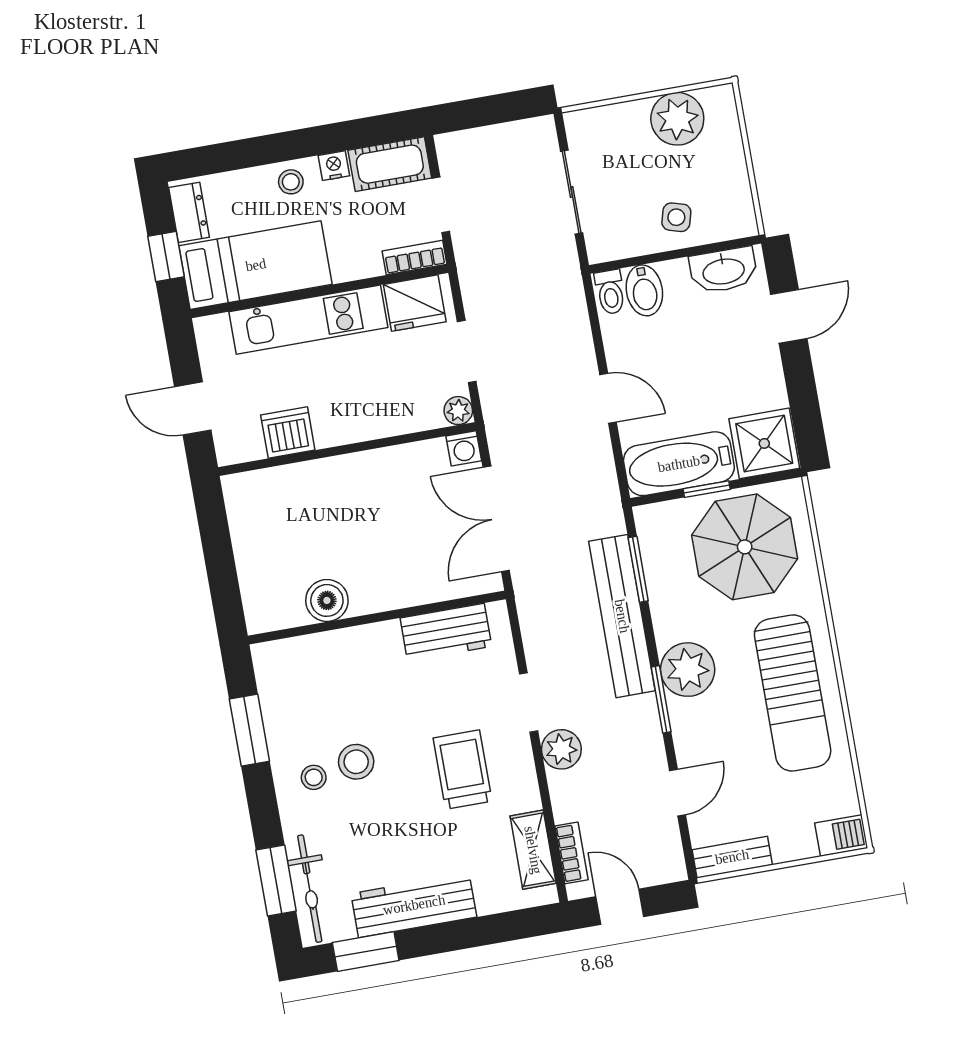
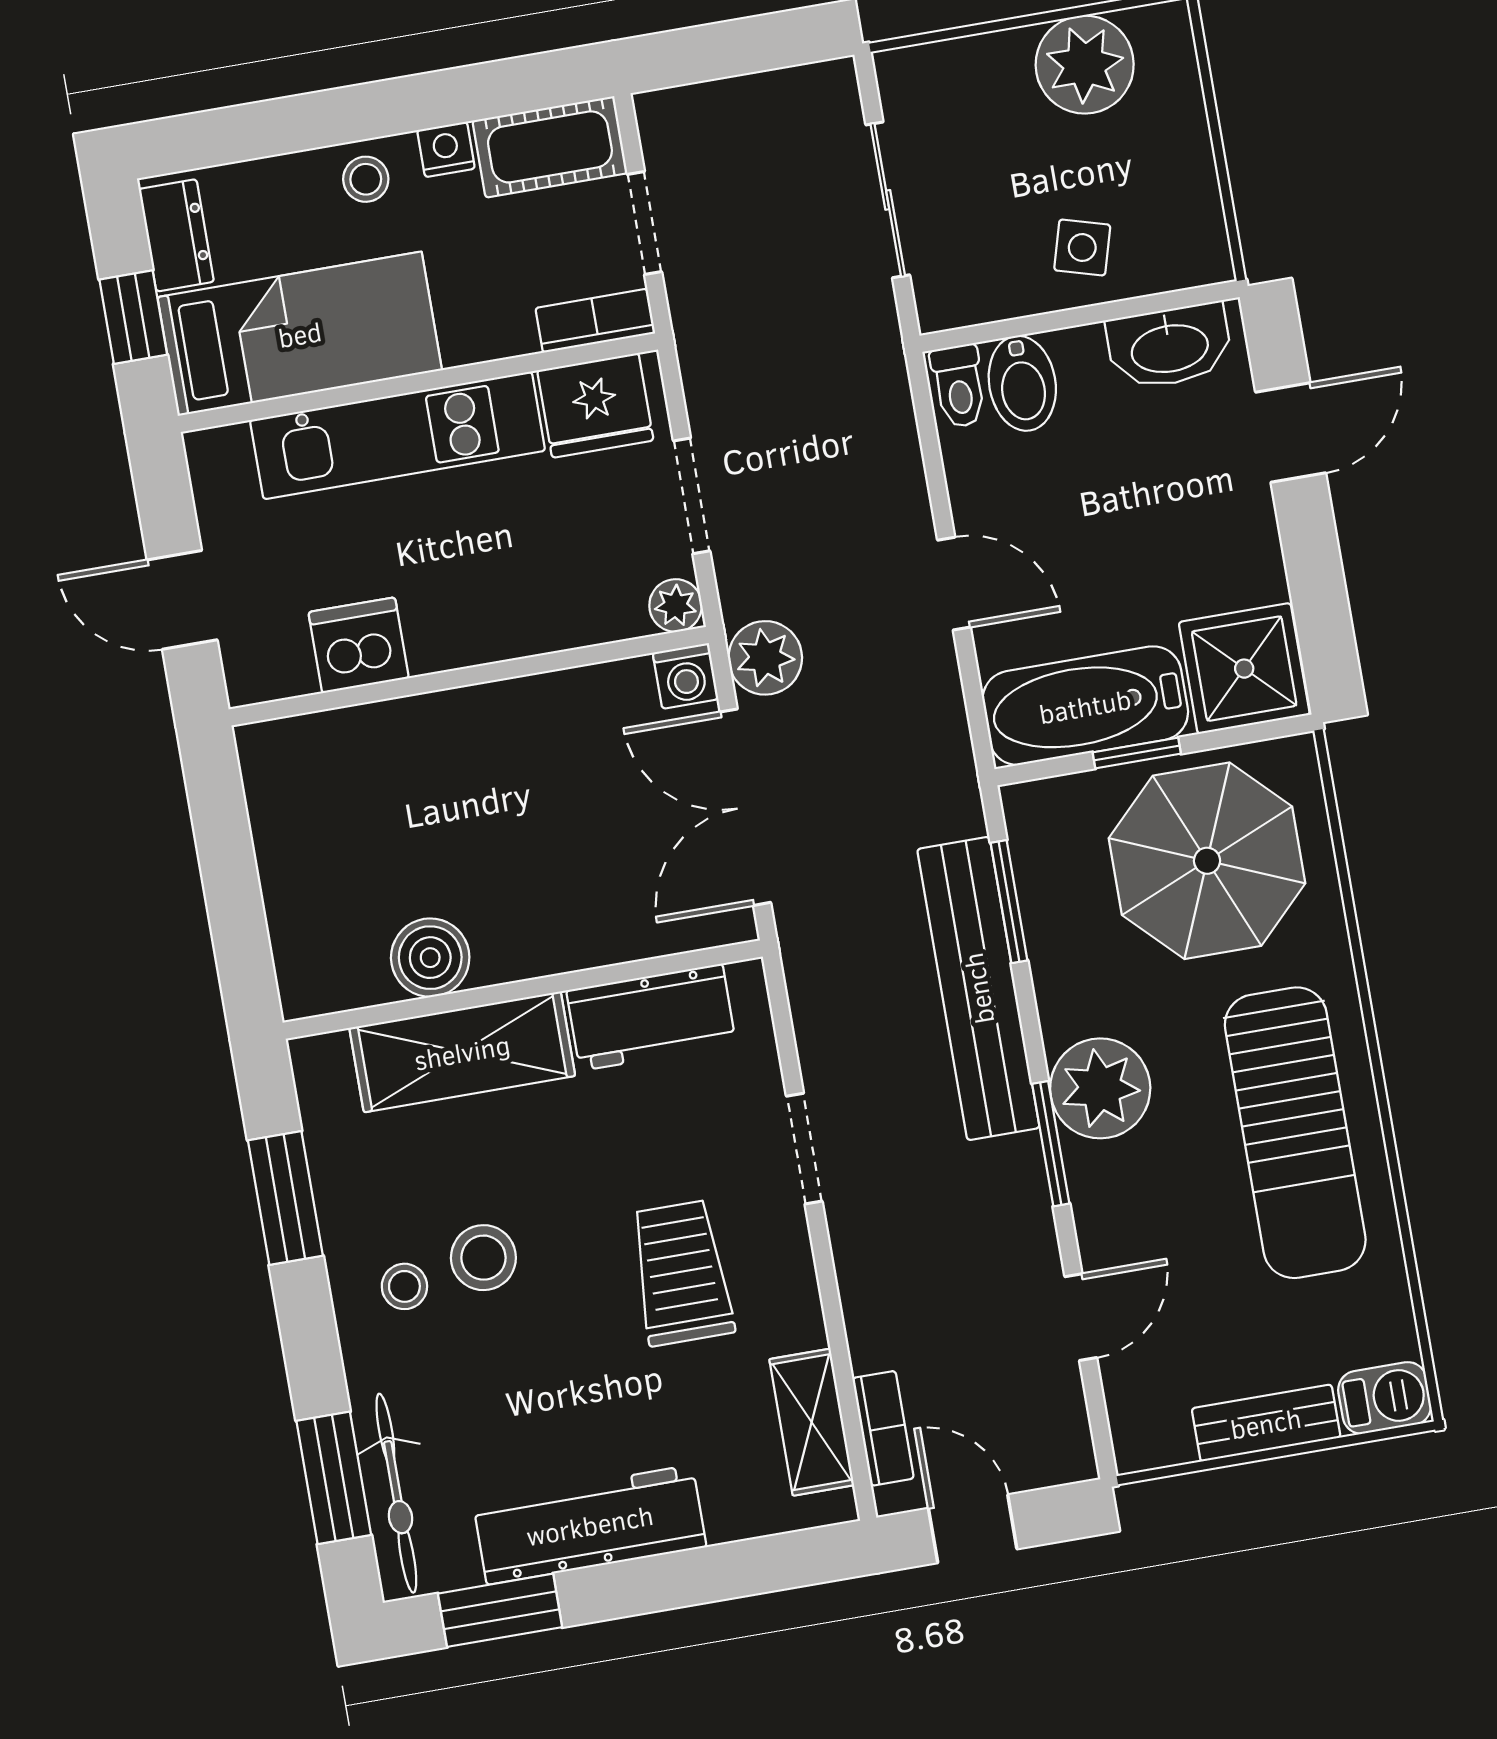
shelving: (344, 651) -> (462, 1052), added
plant: (561, 749) -> (765, 658), moved
bench: (732, 857) -> (1266, 1423), moved

